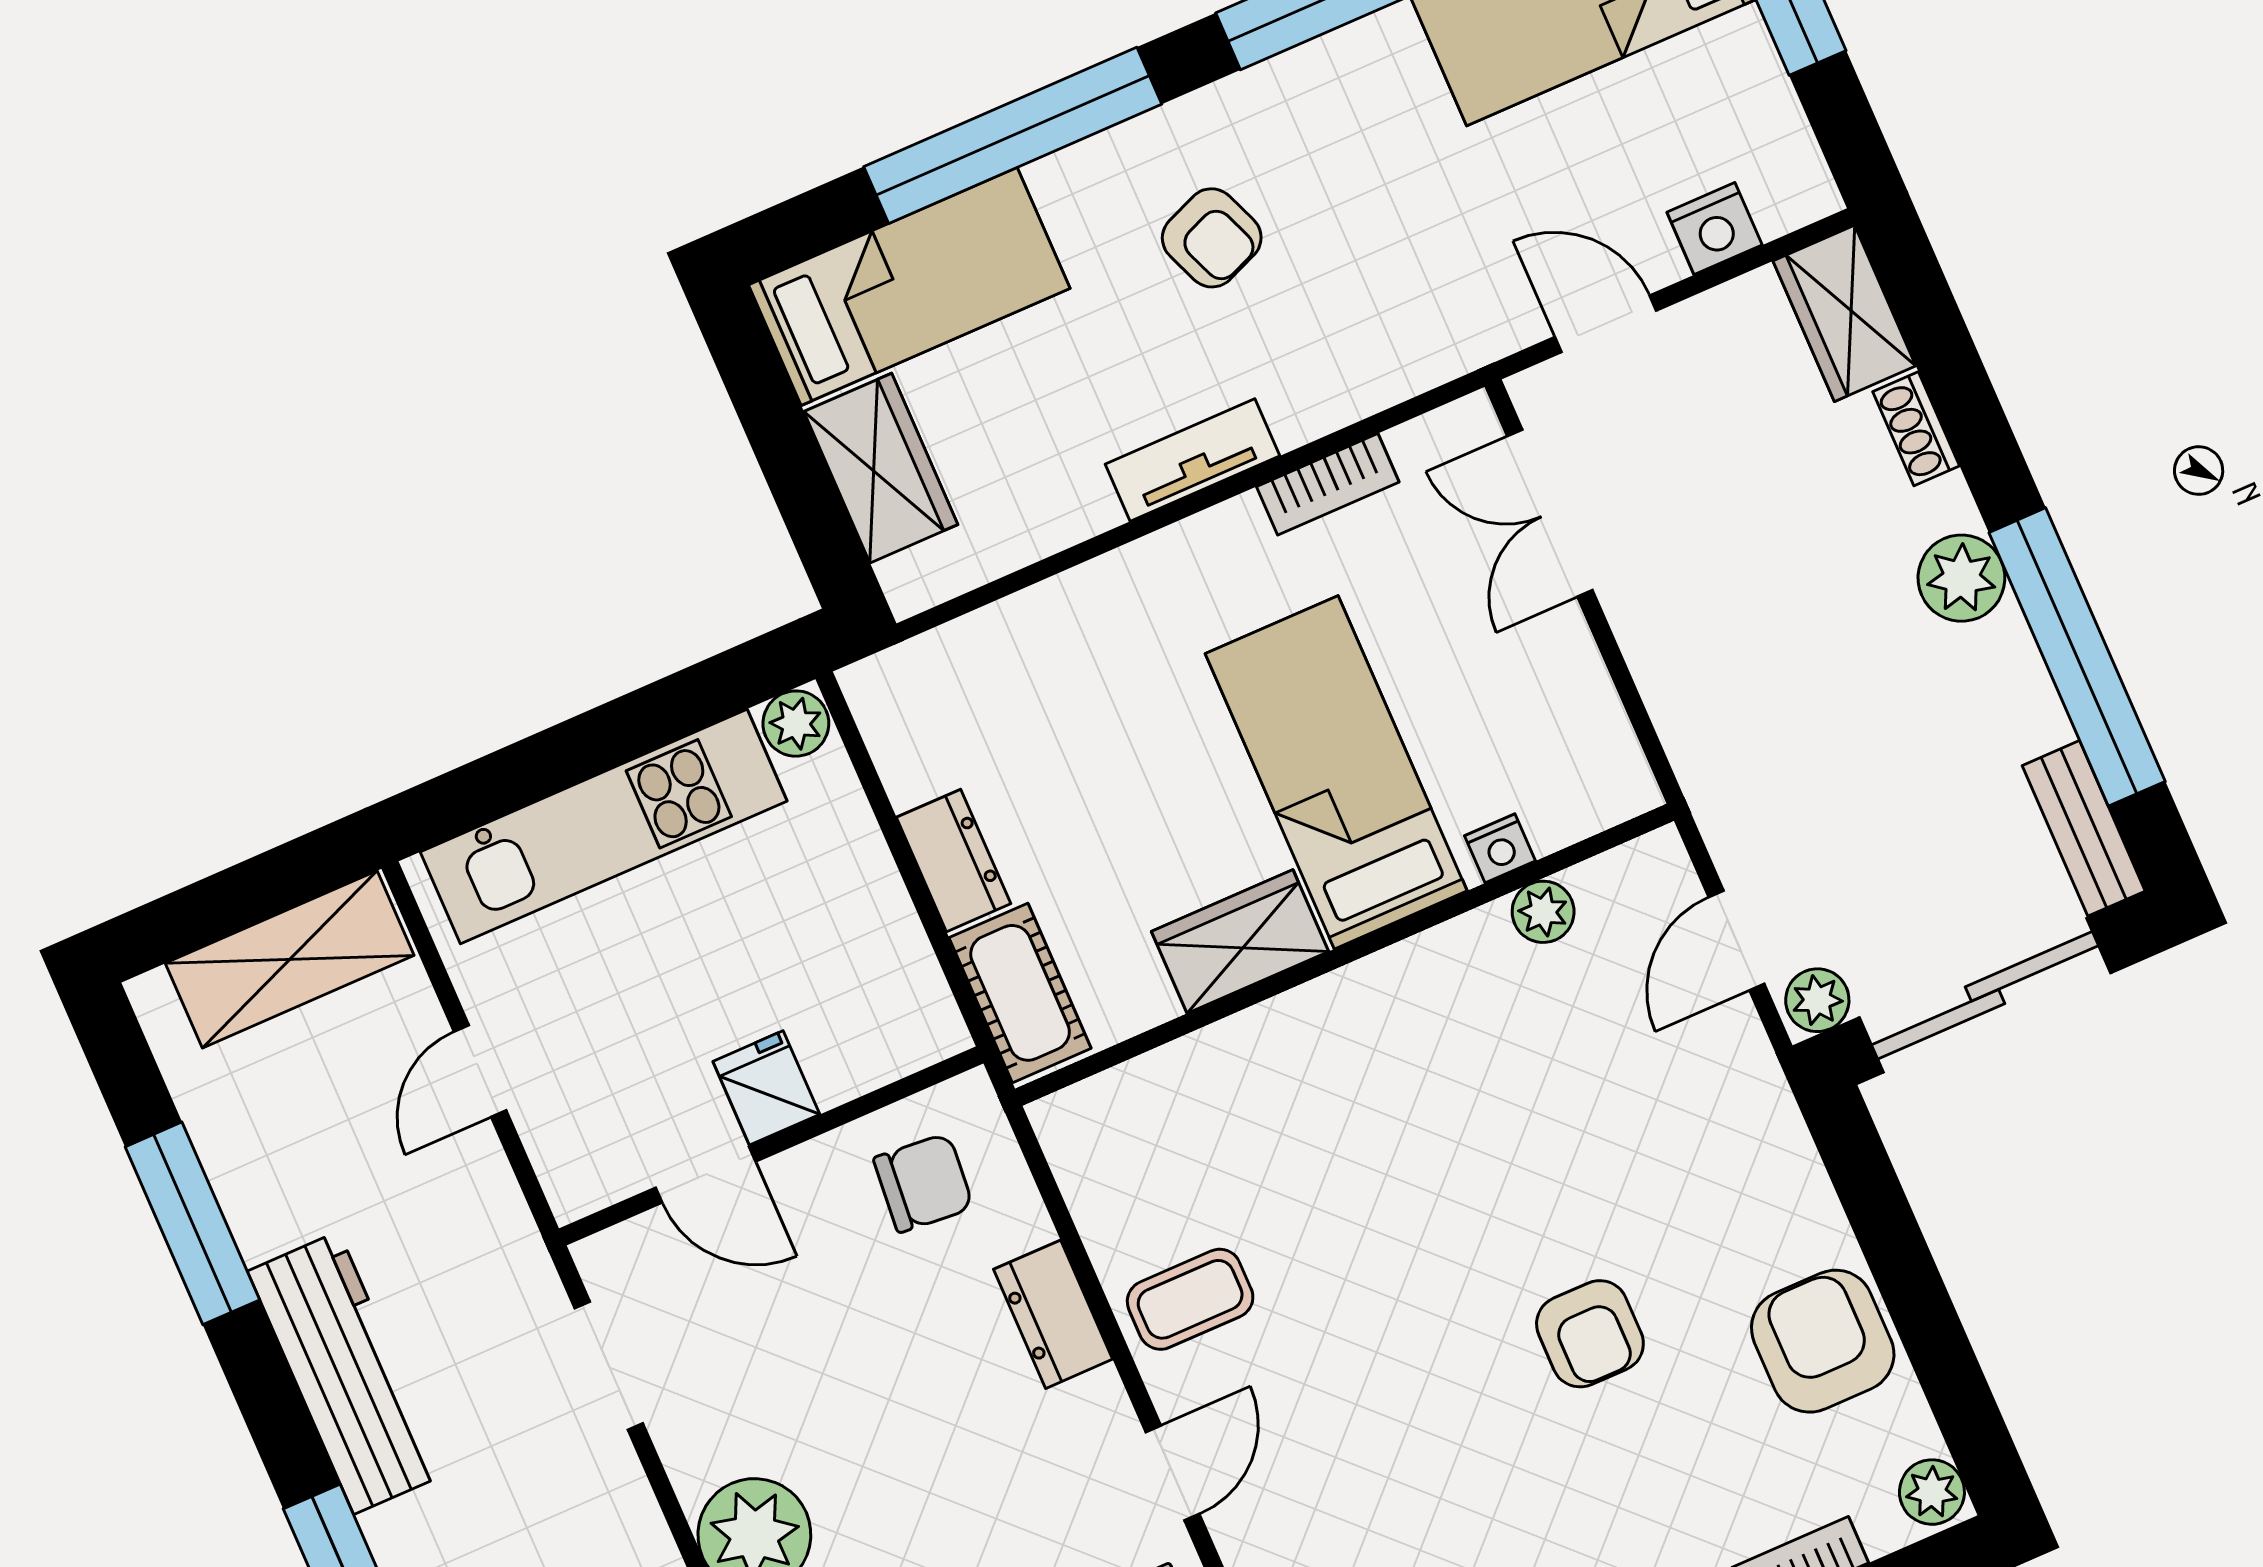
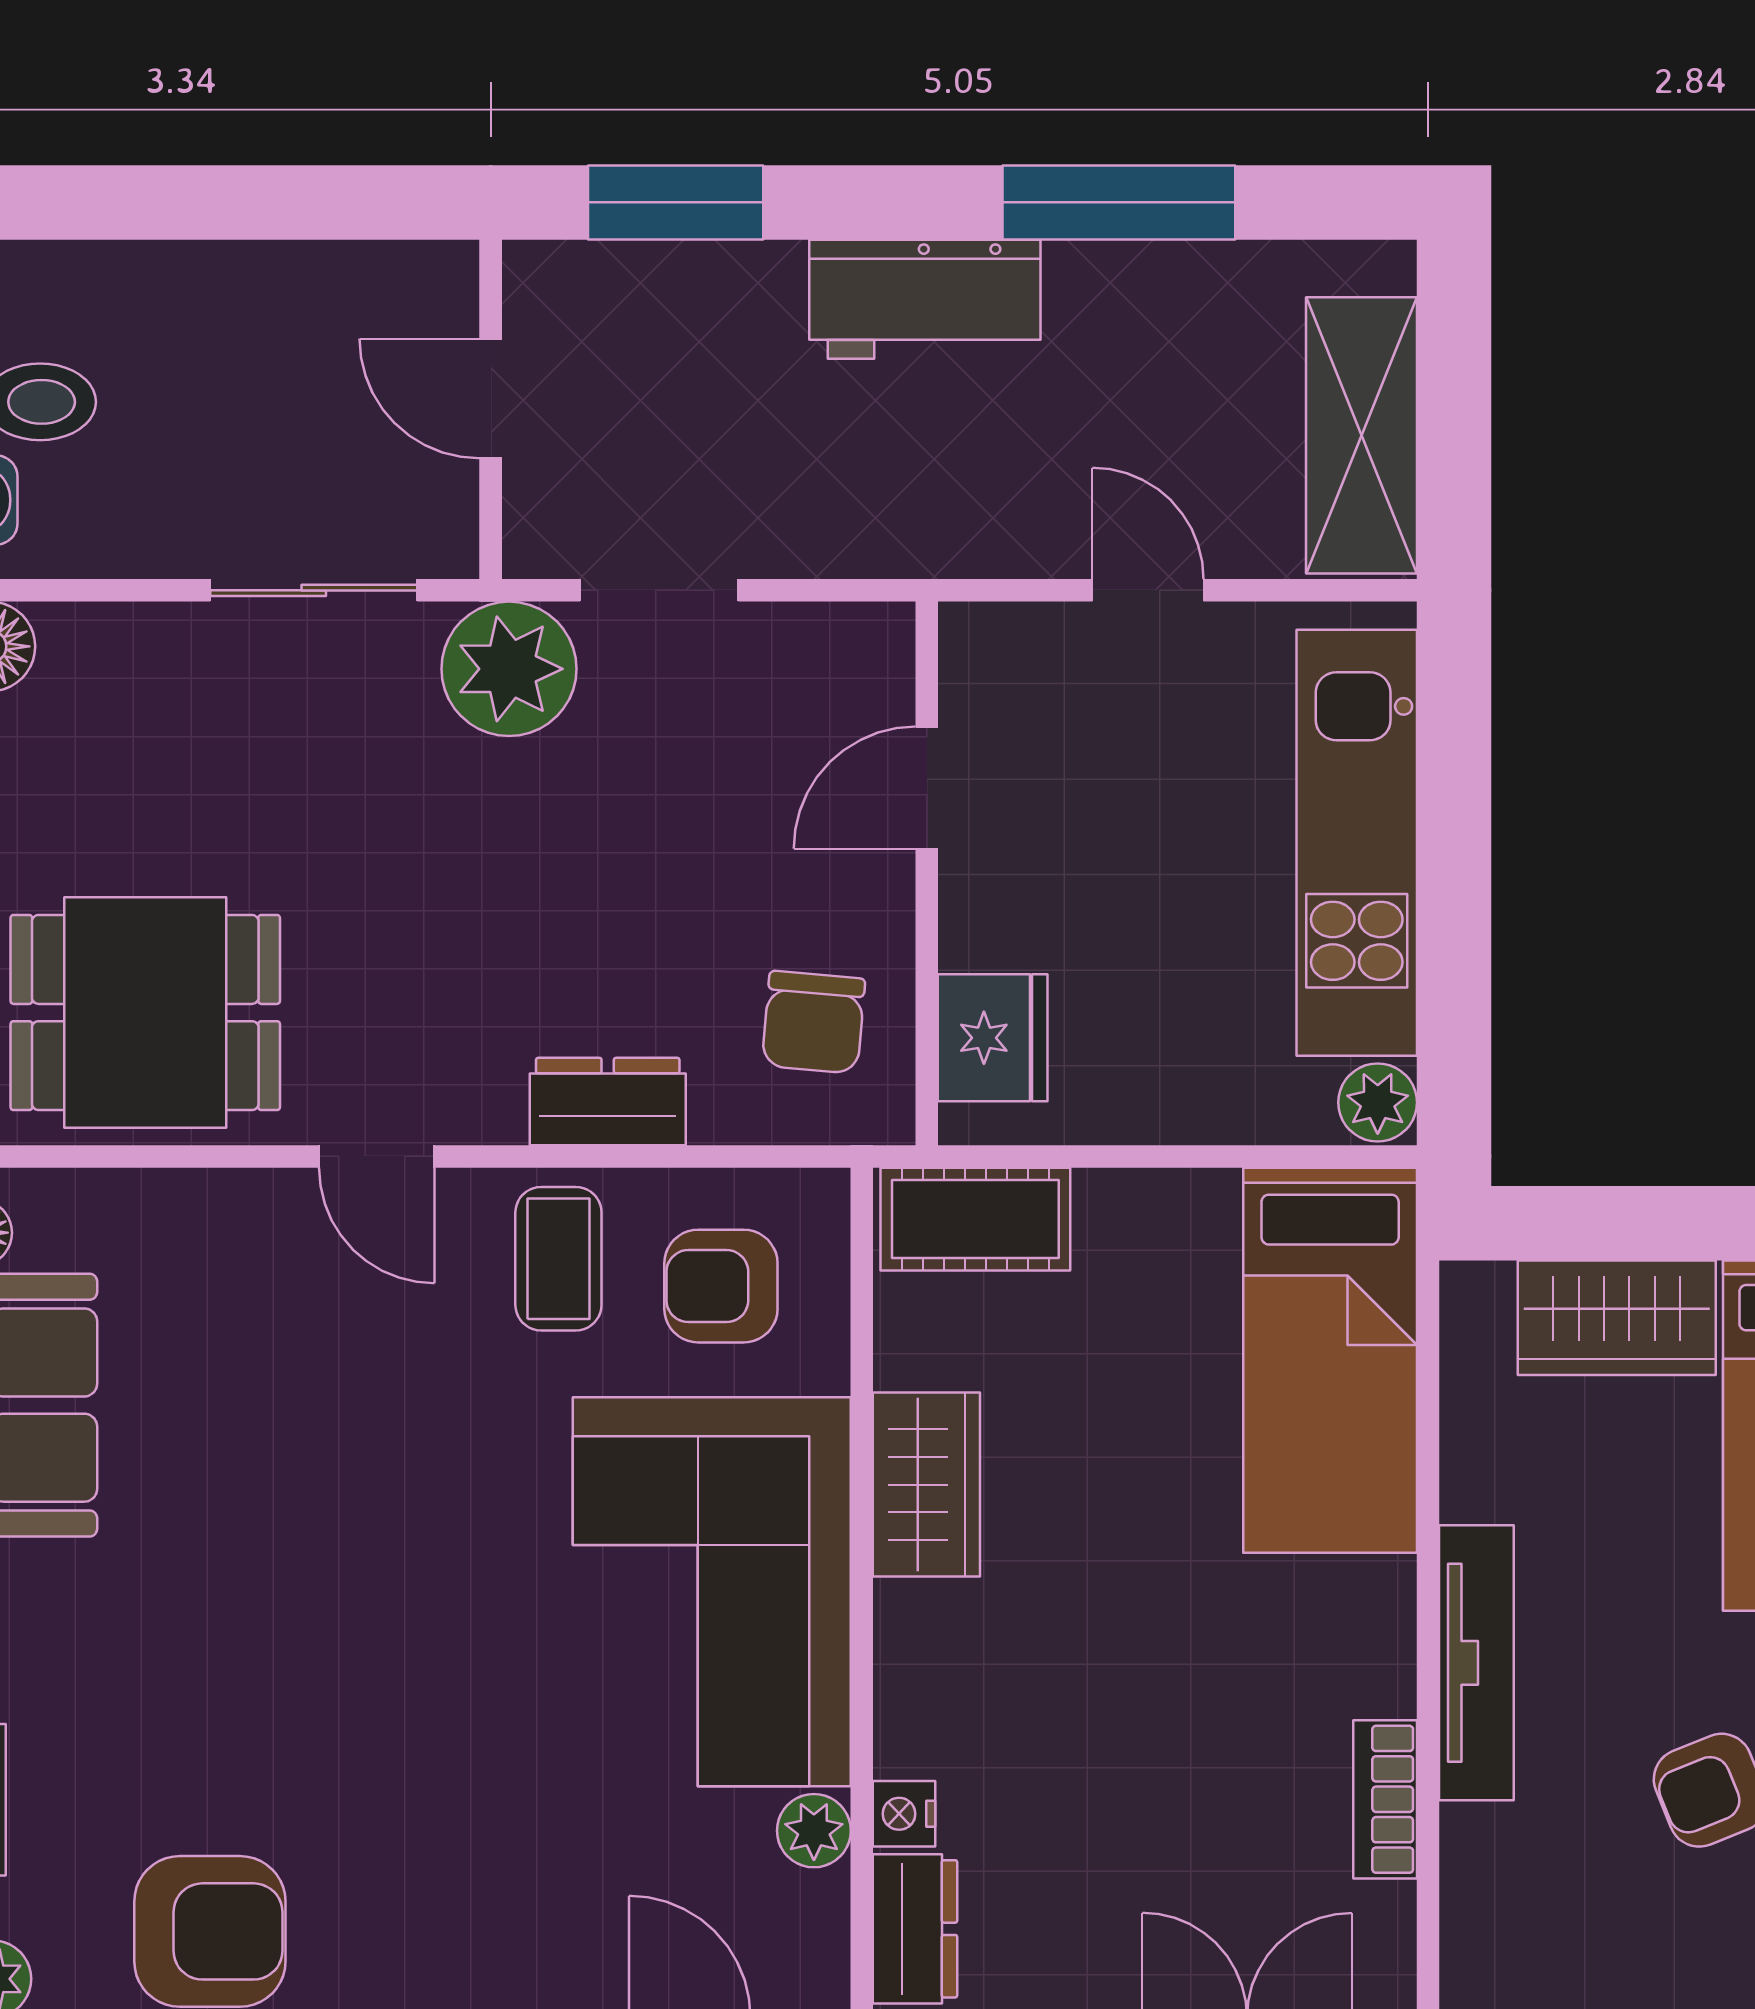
tv unit: (1192, 460) -> (1476, 1663), width x1.41
bed: (1336, 772) -> (1330, 1360), moved, turned 90
dresser: (954, 860) -> (915, 1929), moved, turned -90
corner sofa: (1394, 1070) -> (712, 1592), added
fridge: (766, 1088) -> (993, 1038), moved, width x1.38
armchair: (1590, 1334) -> (721, 1286), moved
doorway: (609, 1366) -> (659, 590), moved
workbench: (346, 1373) -> (925, 299), width x0.73

